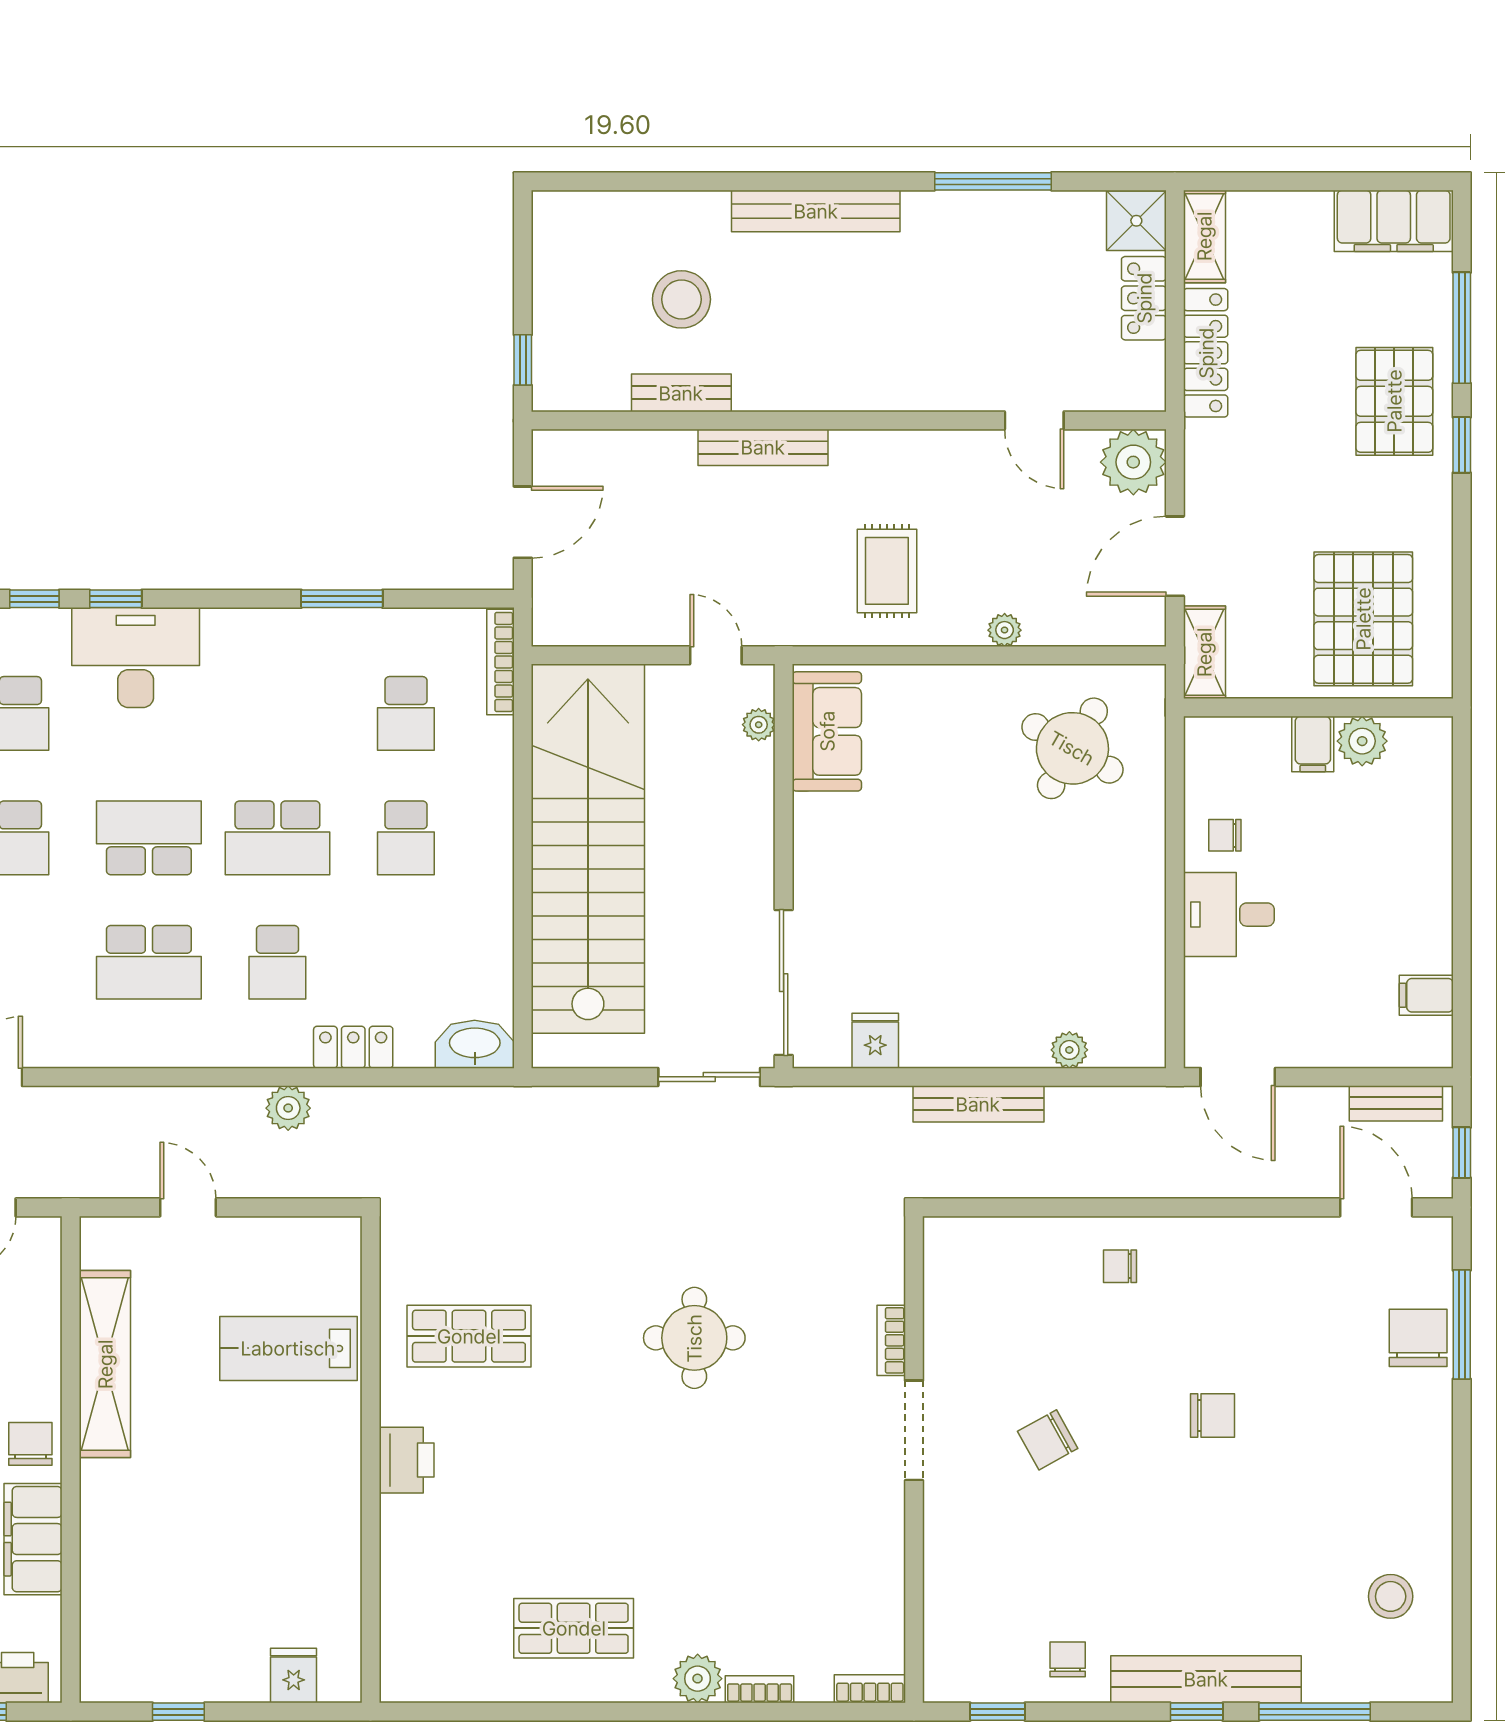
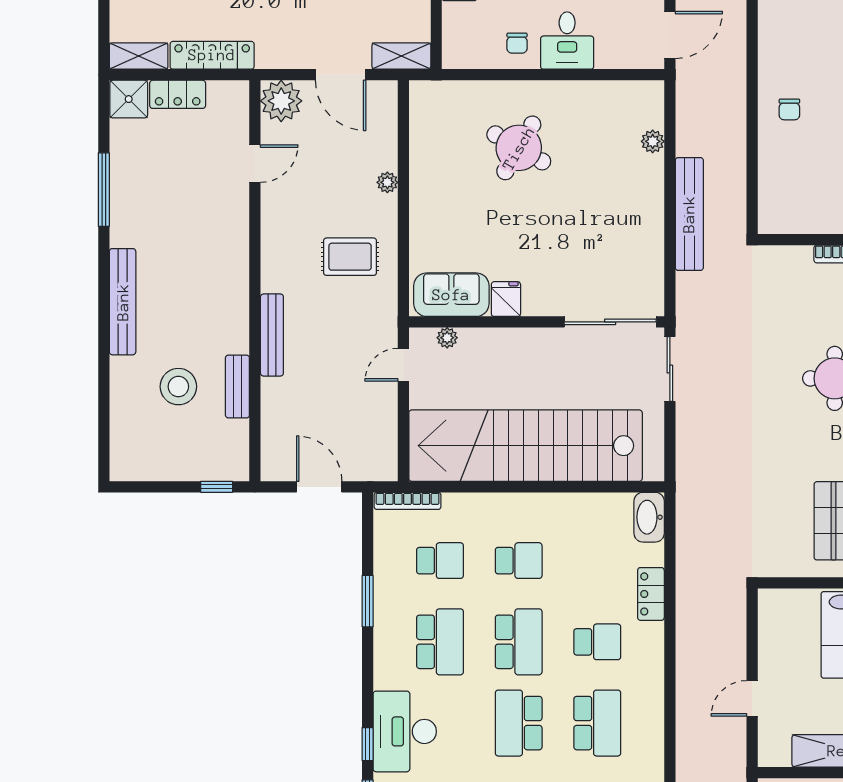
school desk: (277, 713) -> (440, 642), added
round table: (1072, 748) -> (519, 148), moved
fridge: (875, 1041) -> (506, 299), moved, turned 90
bench: (978, 1104) -> (689, 214), width x1.37, depth x1.21
plant: (288, 1108) -> (689, 635), removed

